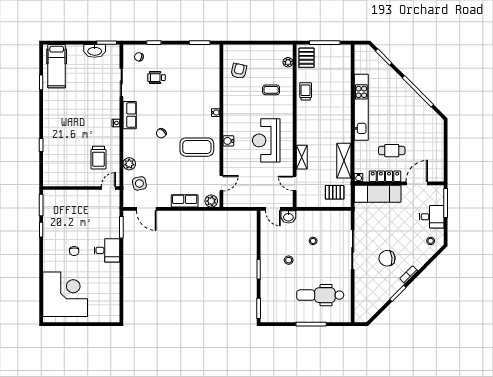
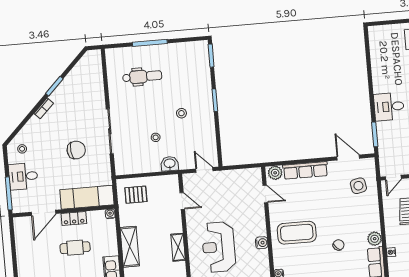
reception desk: (266, 140) -> (219, 247), turned 180
shelving: (302, 157) -> (178, 247), moved
shelving: (344, 161) -> (130, 247), moved
plant: (129, 164) -> (375, 239), moved
locker: (385, 176) -> (74, 218), width x0.66
door: (221, 183) -> (265, 194), swing flipped
row of seats: (185, 201) -> (305, 170), width x1.48
washbasin: (288, 217) -> (170, 164), moved
chair: (387, 258) -> (76, 150), moved
dental chair: (320, 295) -> (142, 77), width x0.73, depth x0.72

